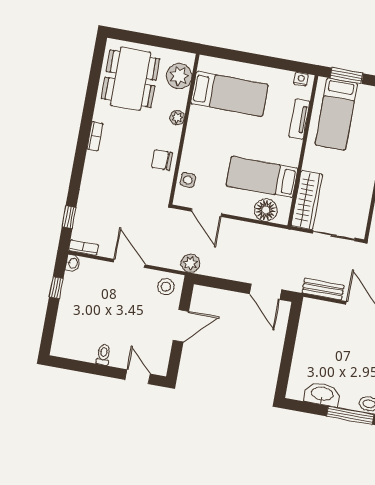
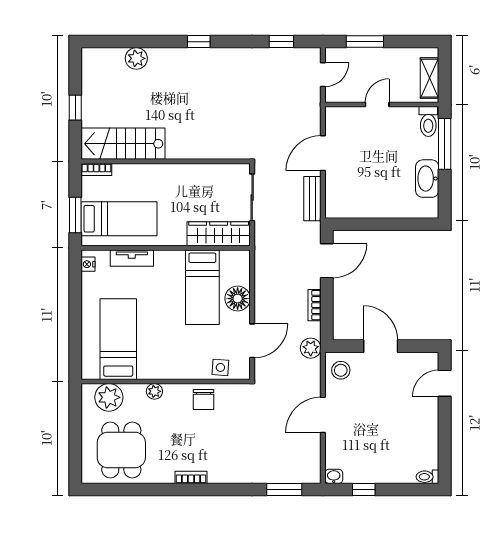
dining table: (130, 79) -> (121, 450), width x0.73
floor lamp: (266, 210) -> (238, 299), moved
window: (69, 217) -> (284, 490), width x1.50
bookcase: (83, 247) -> (315, 305), moved
toilet: (103, 355) -> (427, 477), moved

